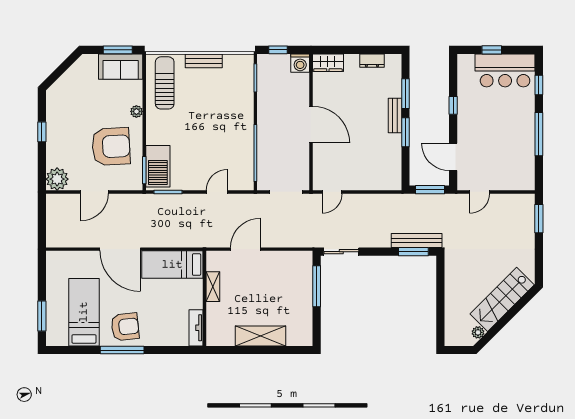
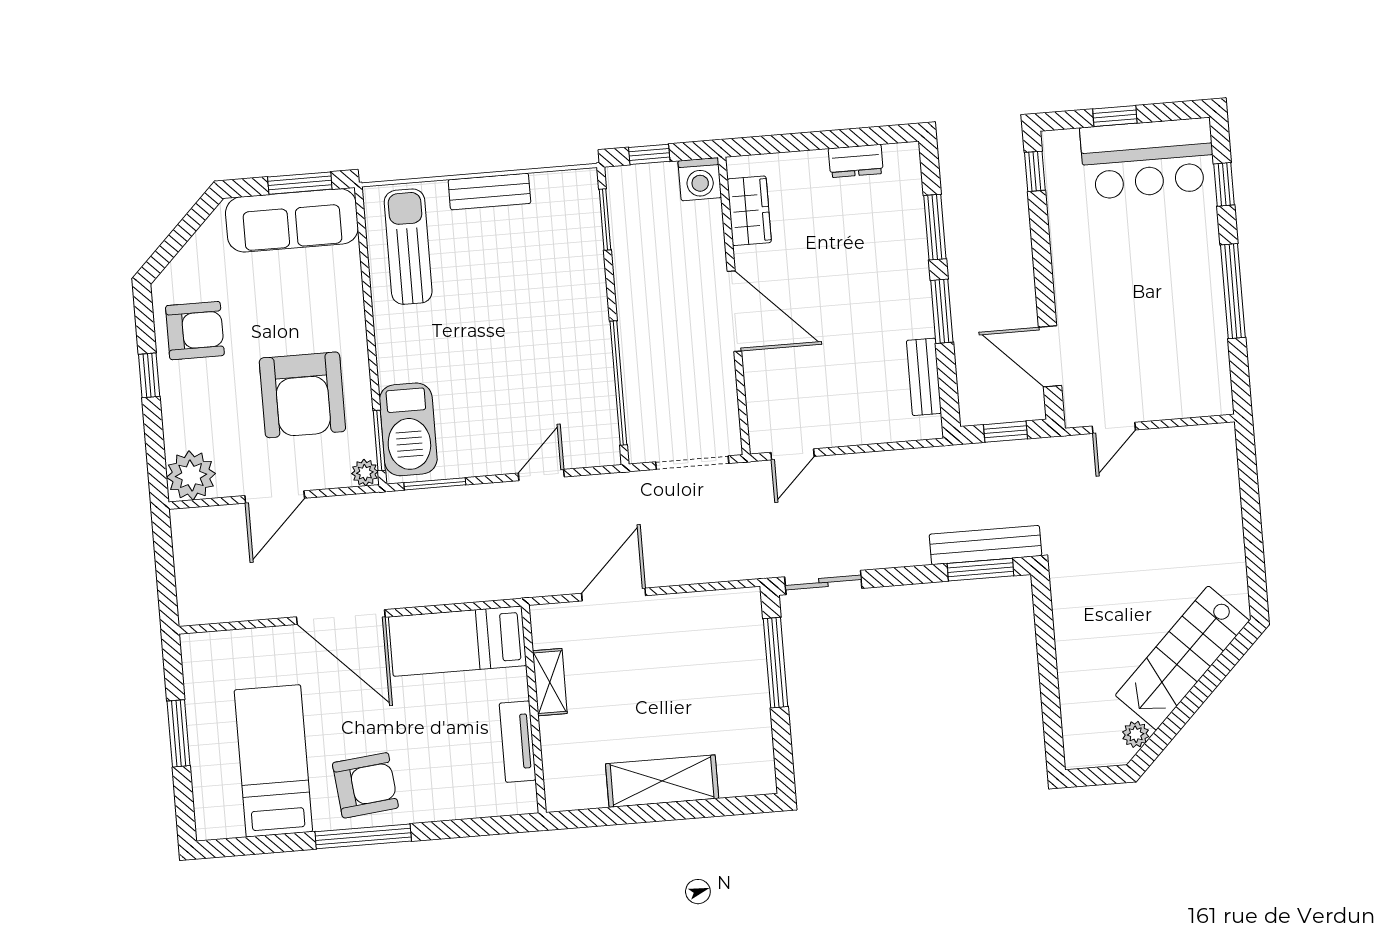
wardrobe: (328, 63) -> (749, 211), moved, turned -90
sofa: (121, 67) -> (292, 220), width x1.36
window: (453, 105) -> (1035, 171), moved
plant: (136, 111) -> (365, 473), moved
armchair: (64, 113) -> (195, 331), added
bench: (395, 116) -> (924, 377), moved
armchair: (111, 146) -> (302, 395), turned 93
window: (430, 190) -> (1005, 432), width x0.67
window: (539, 219) -> (1248, 476), removed
window: (42, 316) -> (179, 733), moved
tv unit: (196, 328) -> (518, 742), moved

